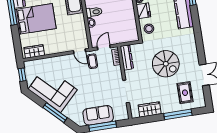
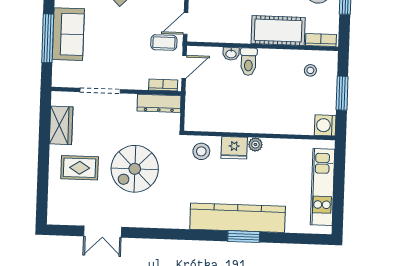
door: (104, 47) -> (184, 67), hinge flipped
rug: (185, 93) -> (80, 168), moved
window: (178, 114) -> (43, 173), removed

